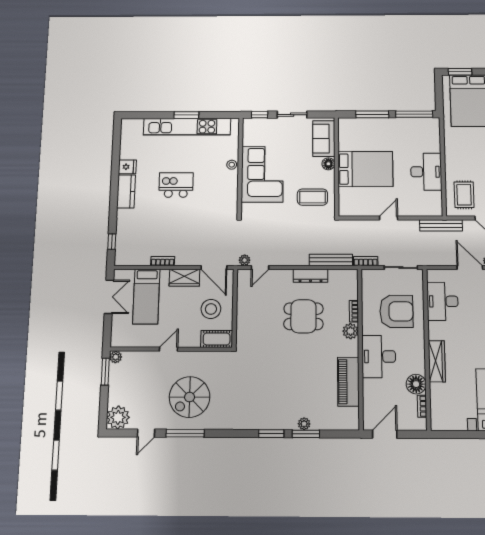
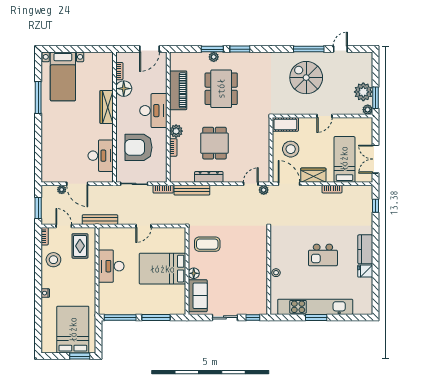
corner sofa: (262, 174) -> (250, 264), removed
dining table: (303, 316) -> (214, 143), turned 90
dining table: (295, 383) -> (221, 89), added
spiral stairs: (190, 397) -> (306, 78), turned -90
plant: (118, 417) -> (363, 92), moved

